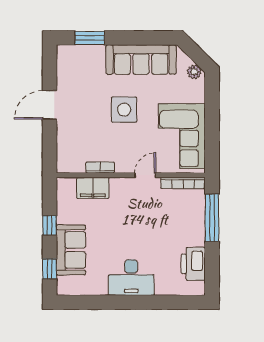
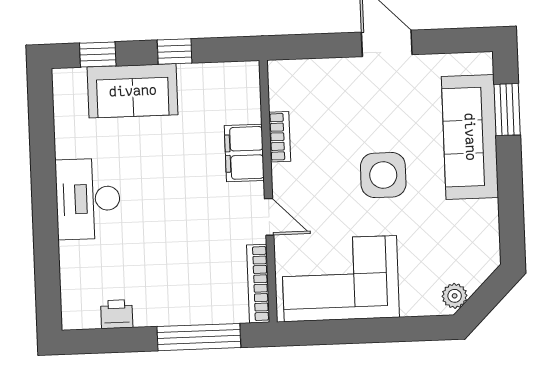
sofa: (141, 60) -> (470, 137), moved
filing cabinet: (93, 188) -> (244, 153), moved
printer: (193, 264) -> (117, 314), width x0.53, depth x0.68

